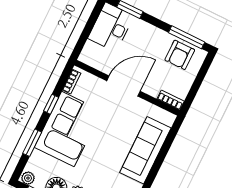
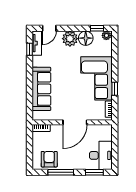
window: (187, 37) -> (61, 172), moved
window: (32, 143) -> (115, 59), removed

